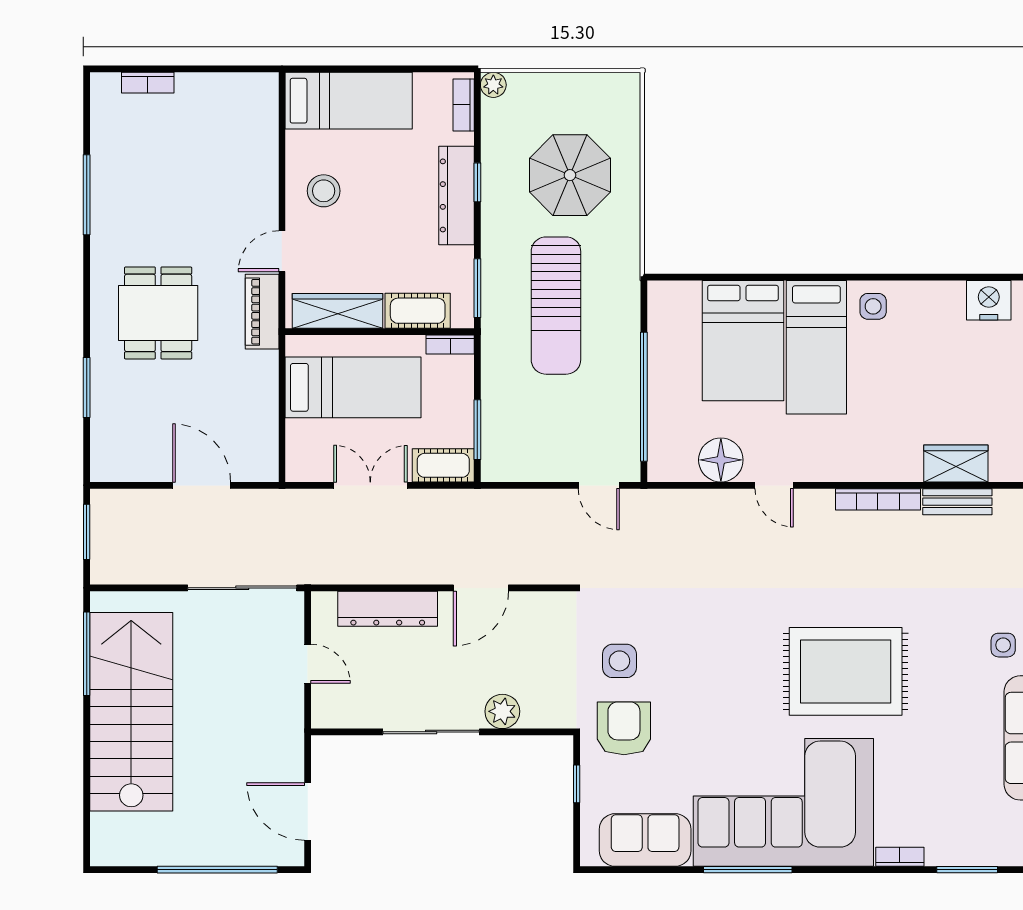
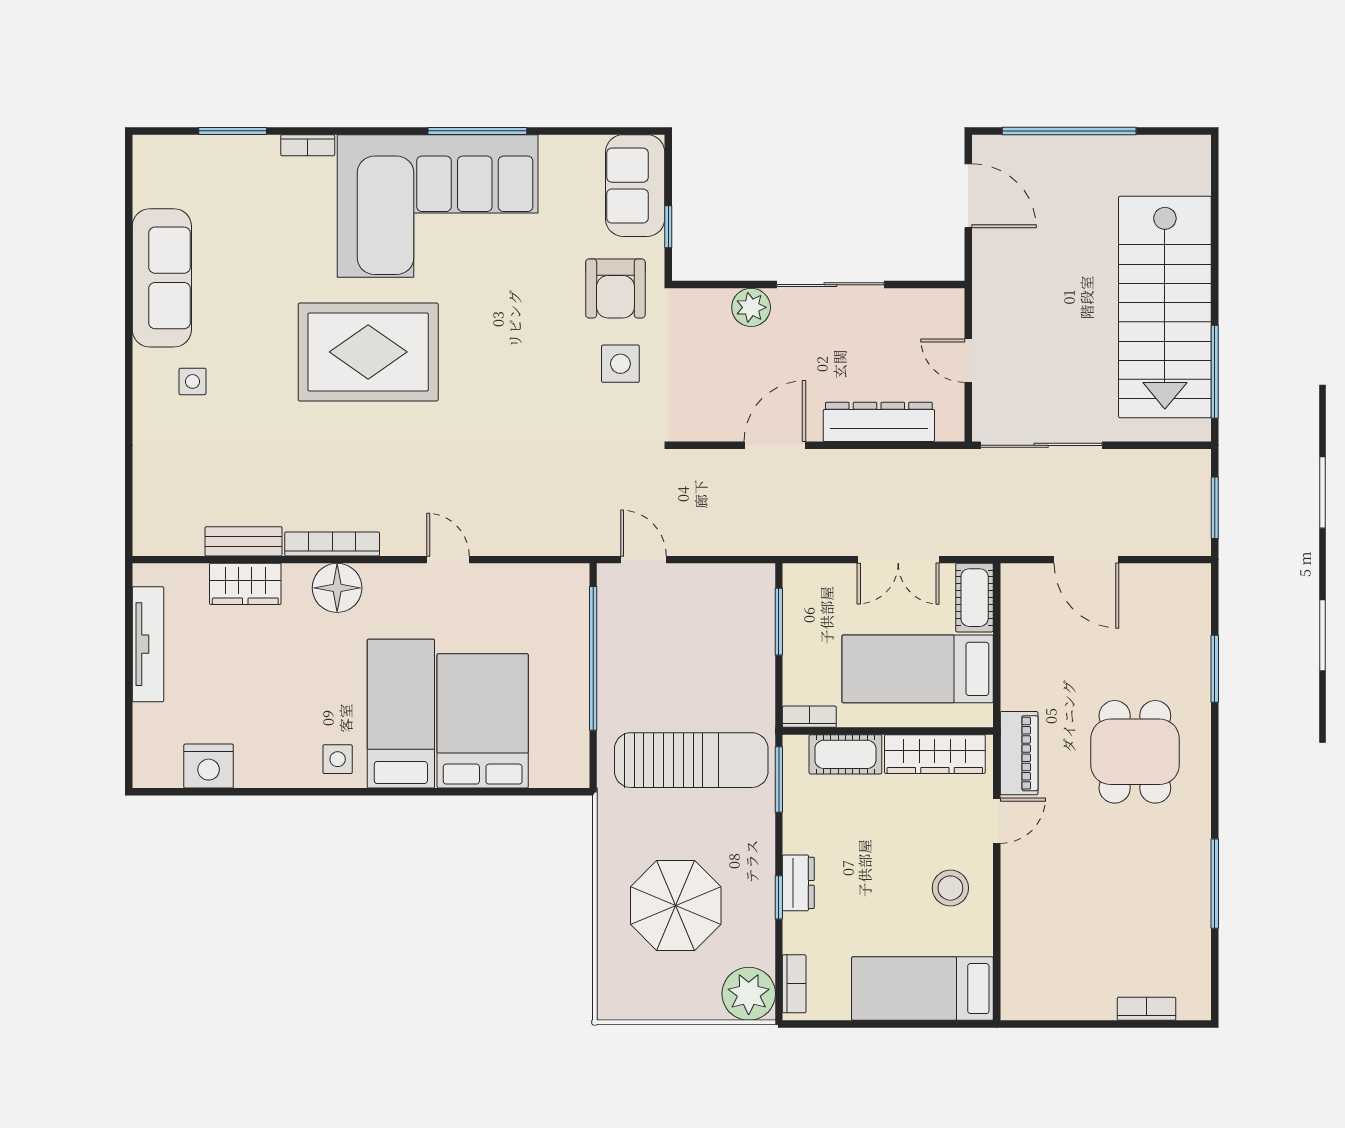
plant: (493, 85) -> (749, 994), width x1.88, depth x1.88
dresser: (457, 195) -> (798, 883), width x0.51, depth x0.80
sun lounger: (556, 306) -> (691, 760), turned 90
floor lamp: (721, 460) -> (337, 588), moved
cot: (443, 465) -> (975, 598), moved, turned 90
sofa: (645, 840) -> (635, 186), moved, turned 90

